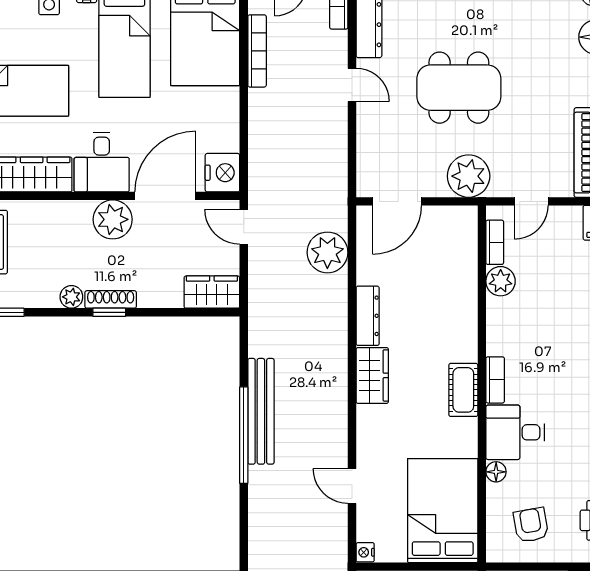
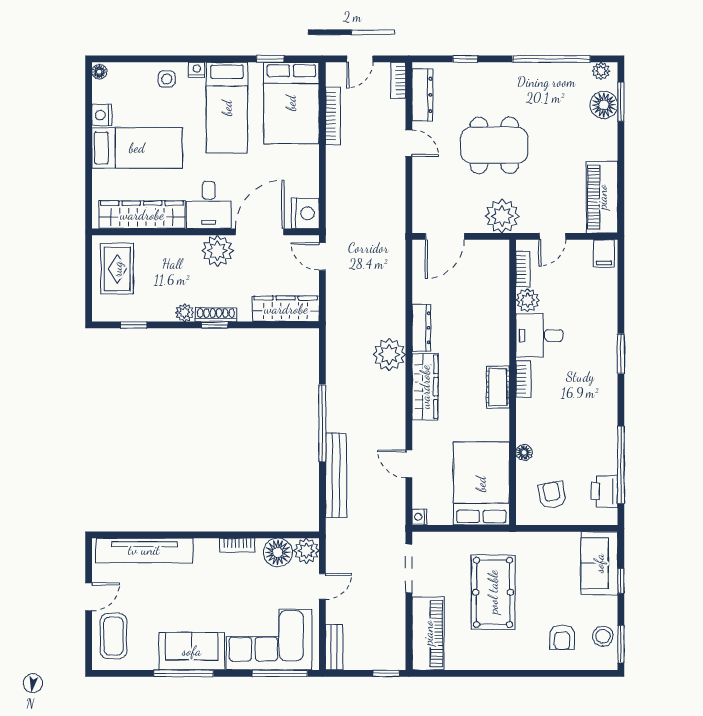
plant: (327, 252) -> (389, 355), moved
wardrobe: (212, 292) -> (286, 309), width x1.50
wardrobe: (372, 375) -> (425, 387), width x1.50
bench: (261, 411) -> (336, 475), moved
desk: (515, 432) -> (539, 335), moved

